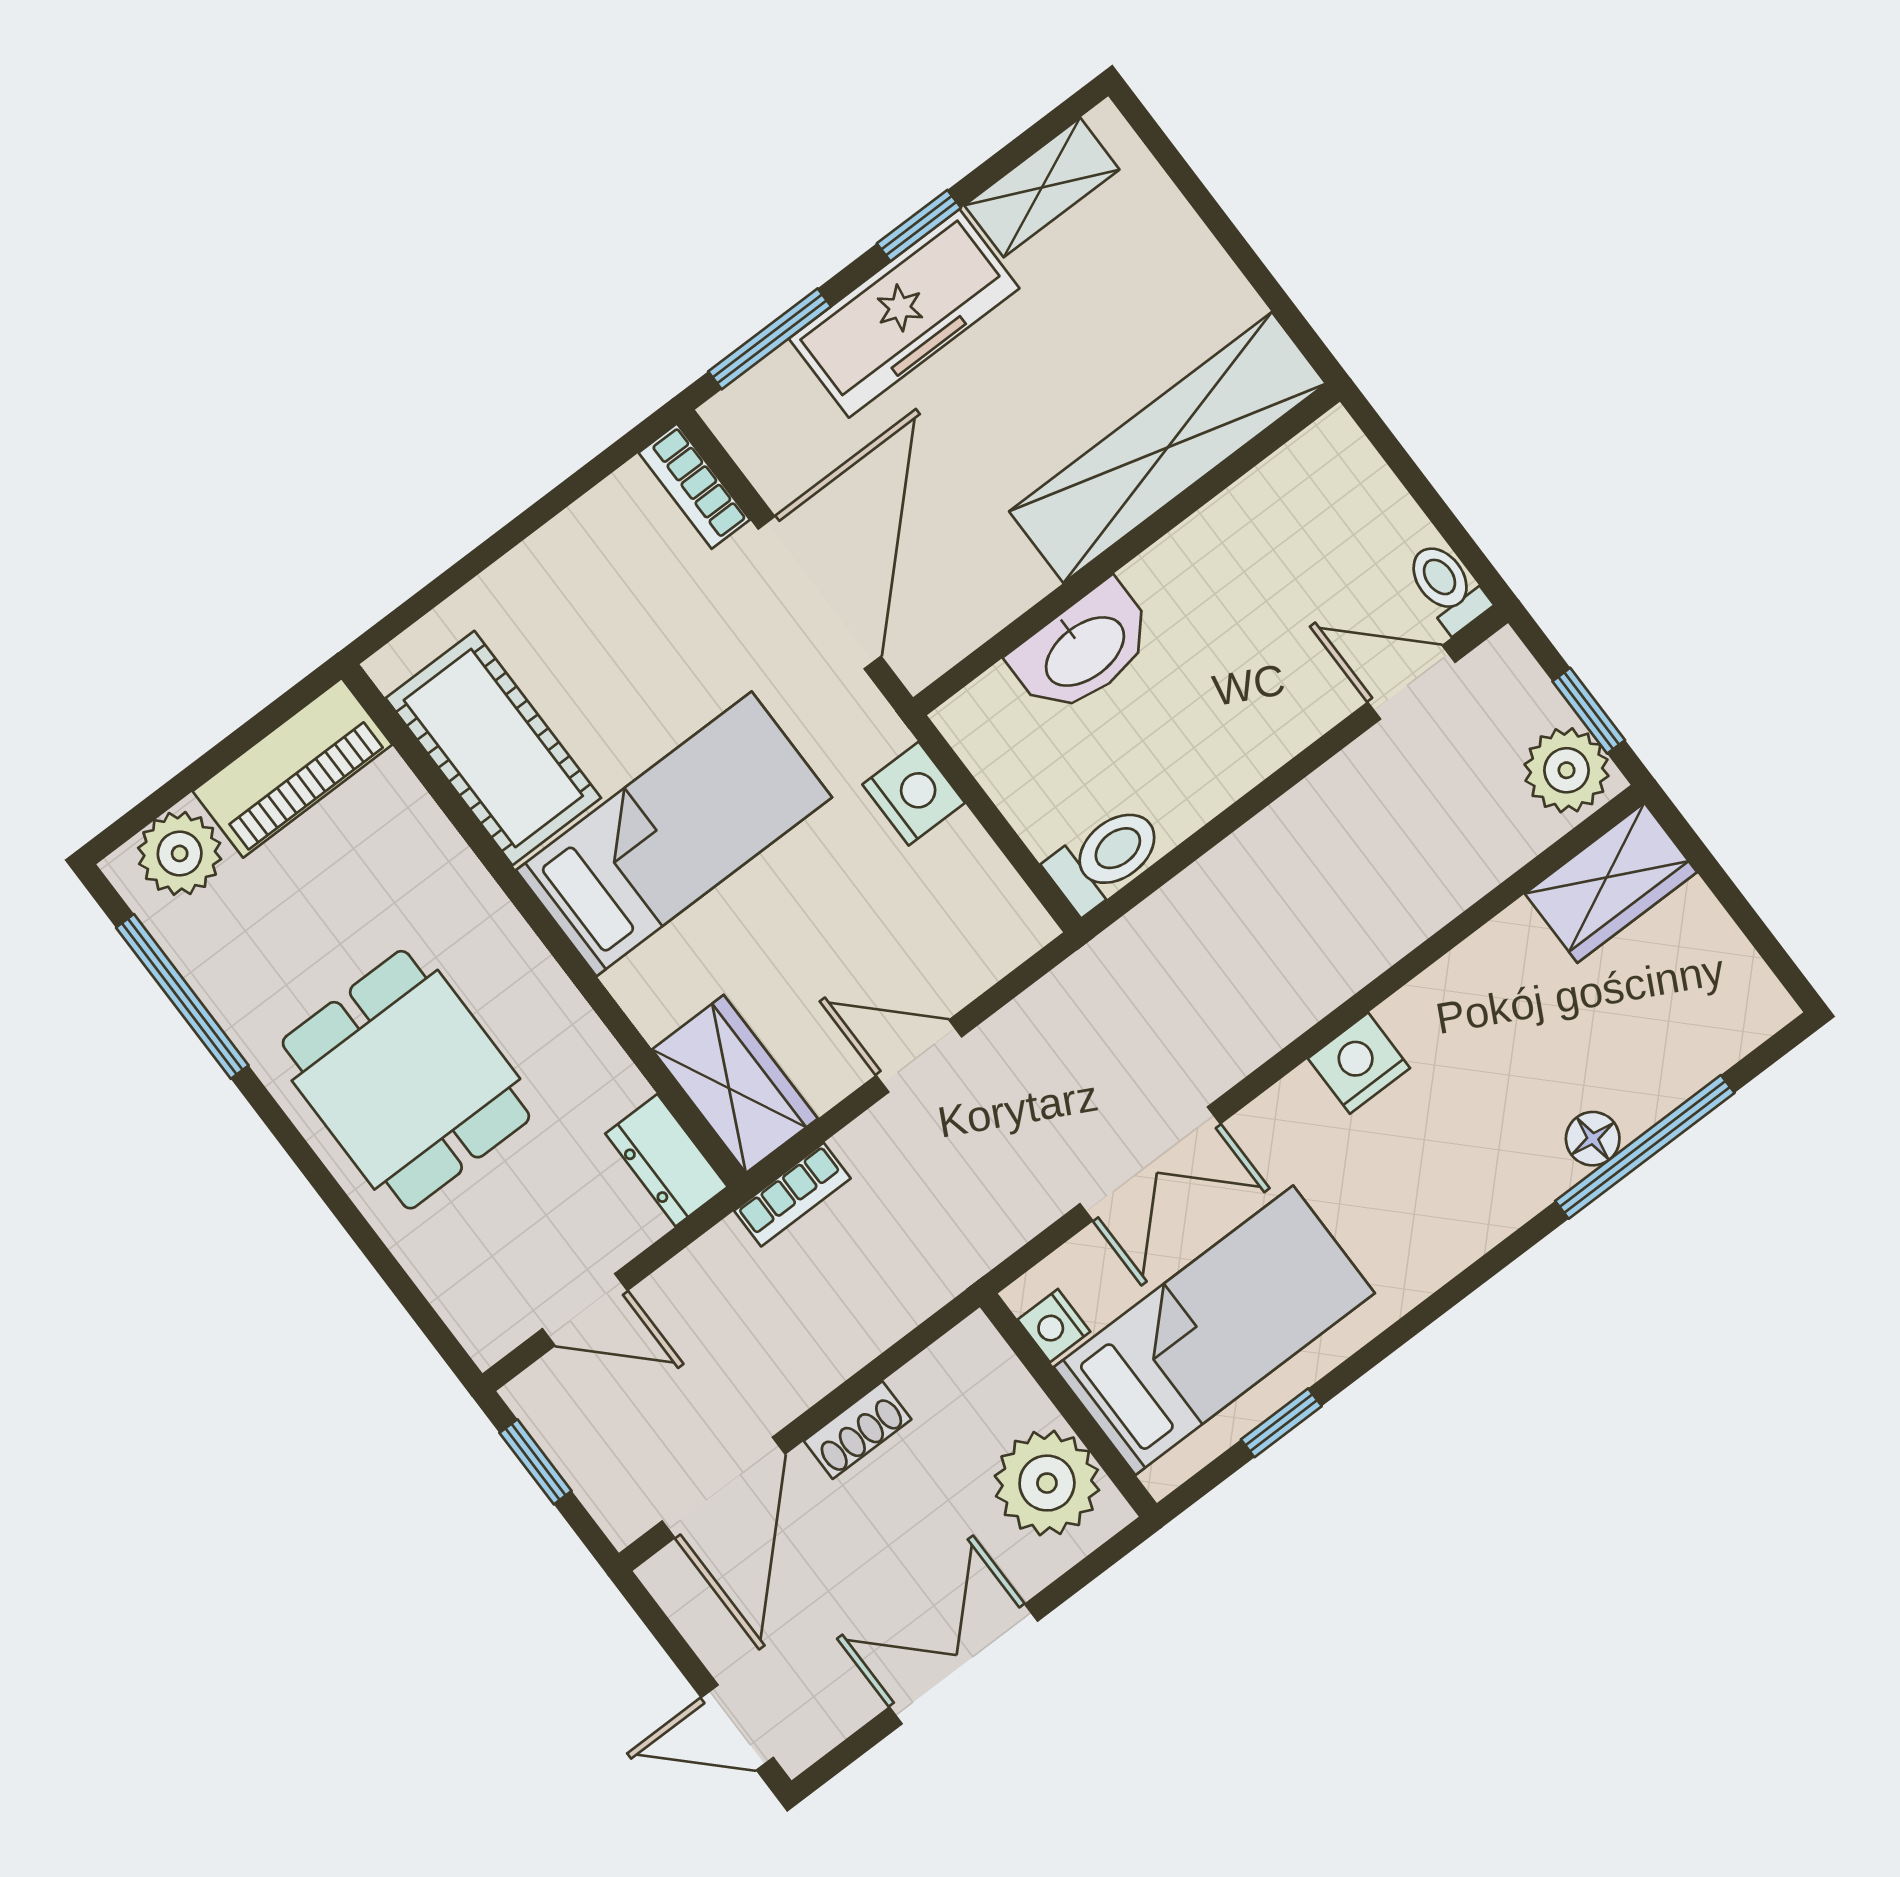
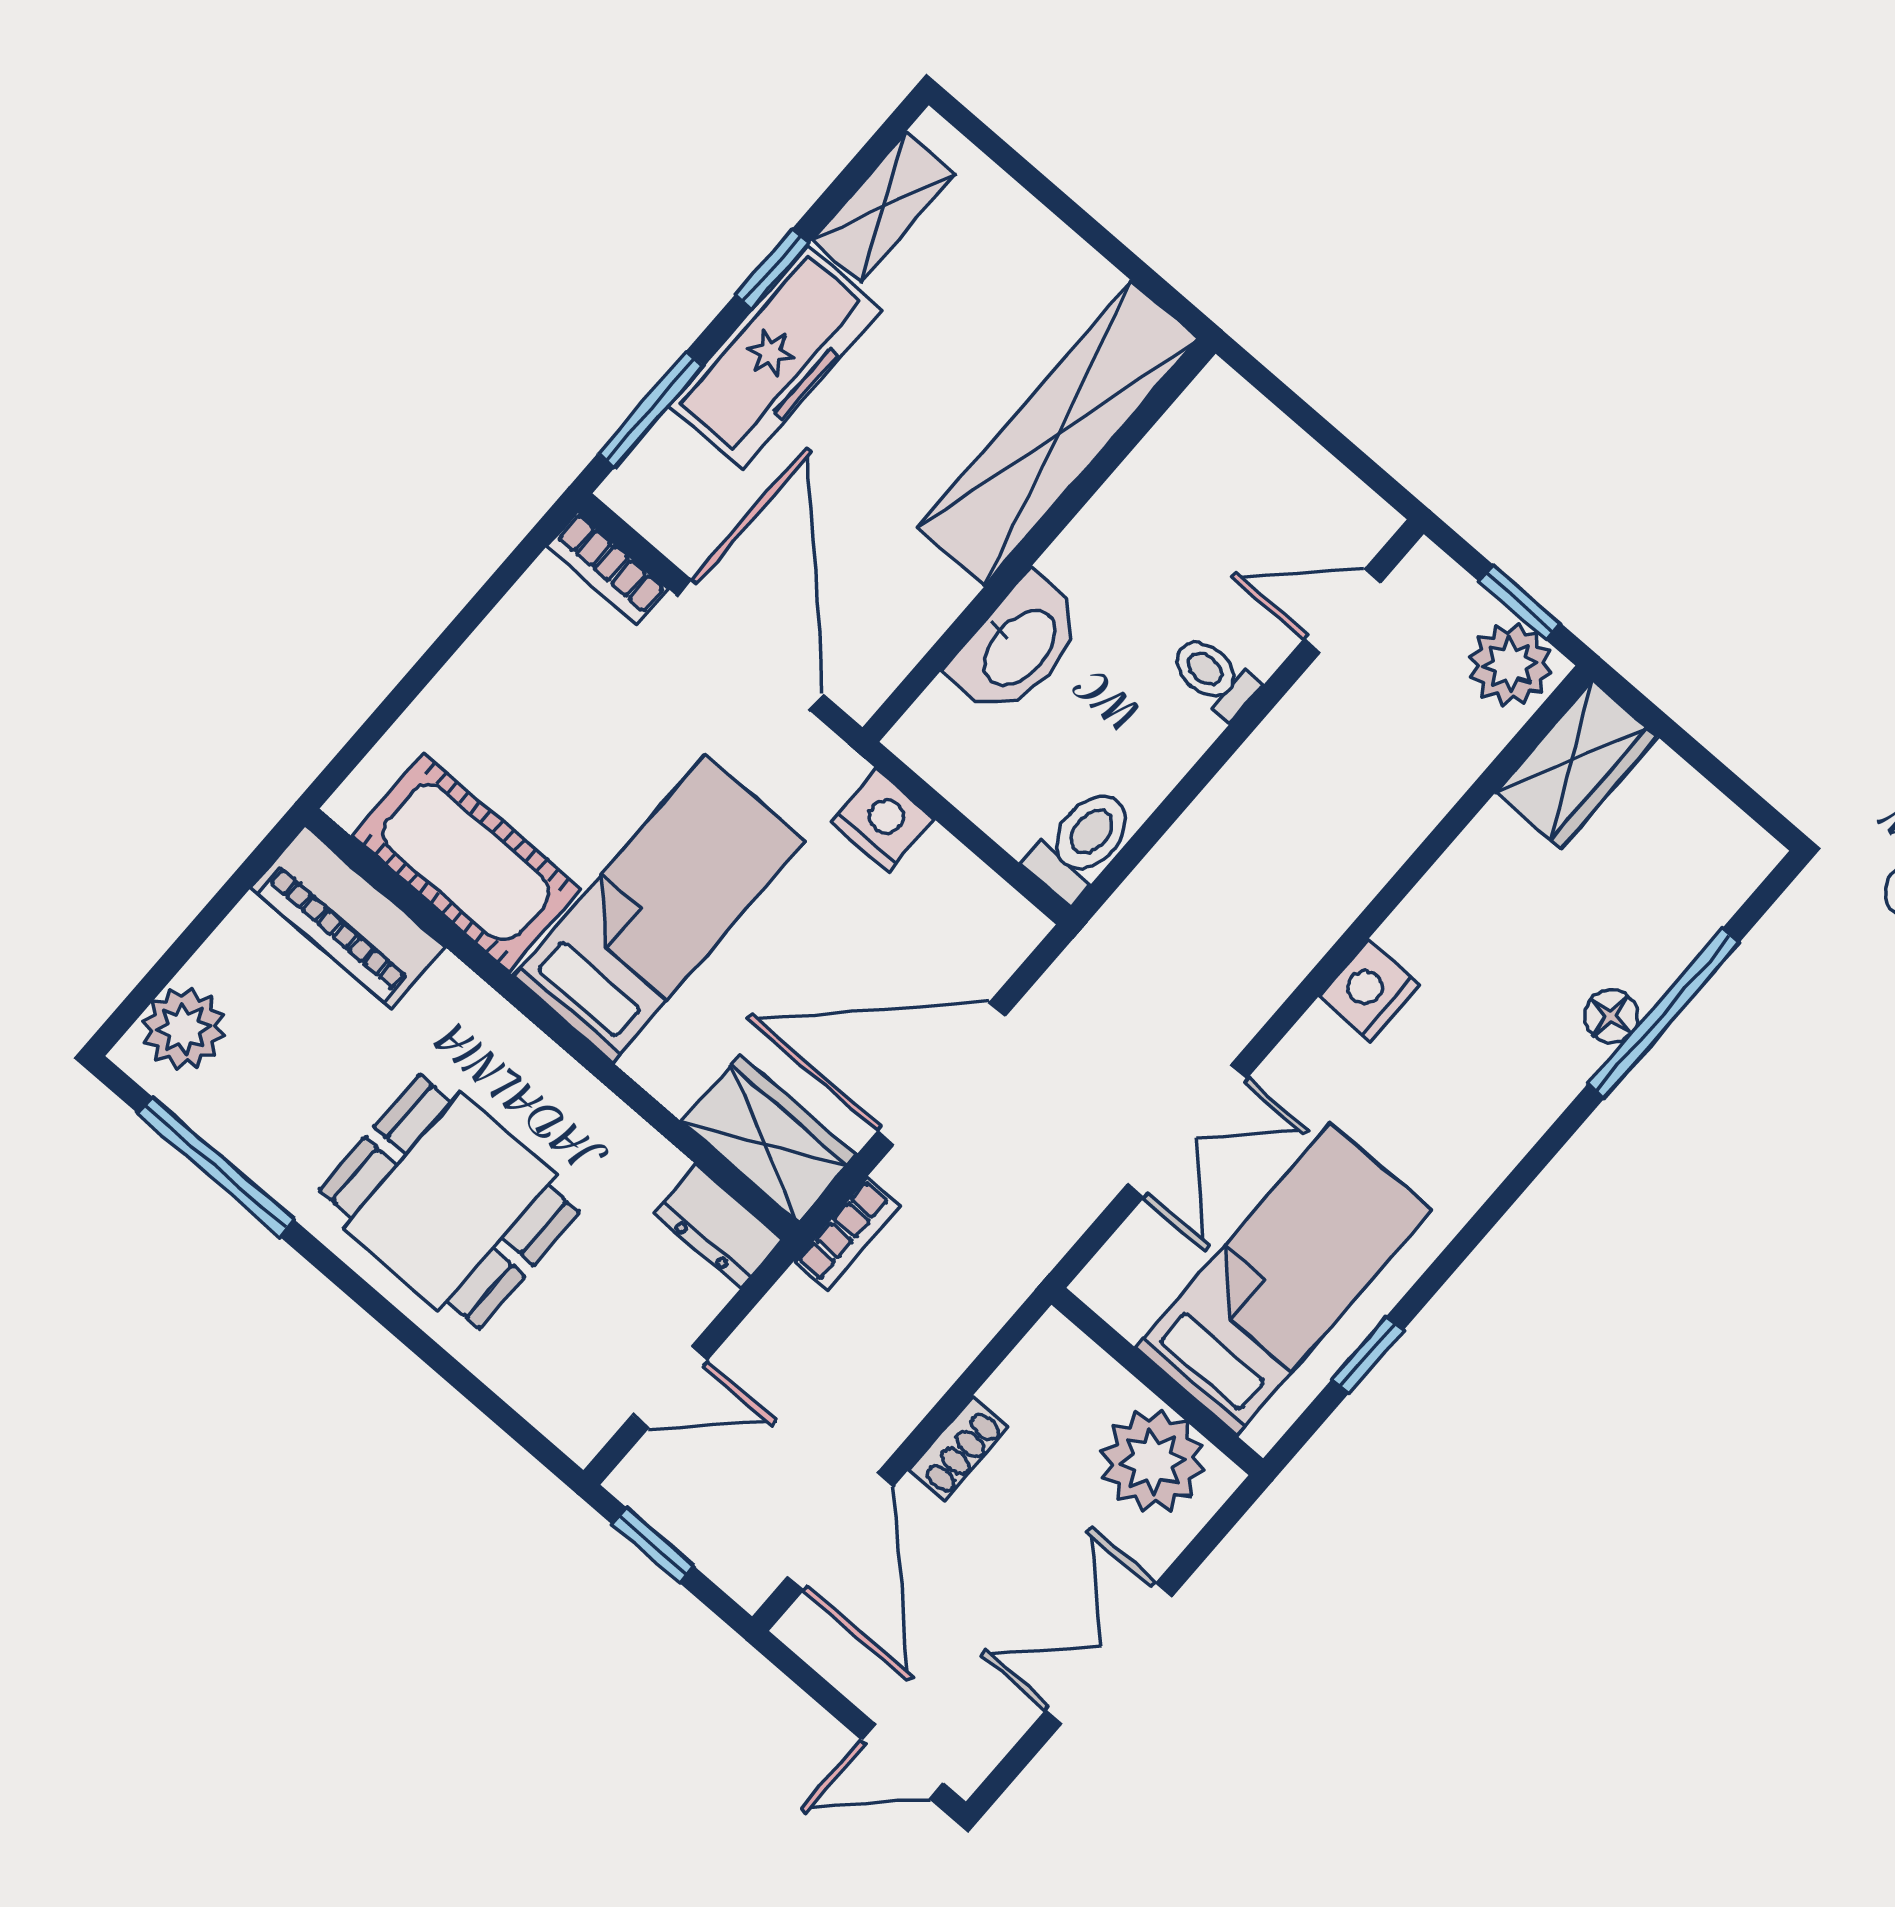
toilet: (1447, 587) -> (1214, 676), moved
piano: (292, 768) -> (348, 917), moved, turned 90
door: (919, 1056) -> (941, 1074), width x1.88
nightstand: (1054, 1326) -> (1127, 1307), removed

